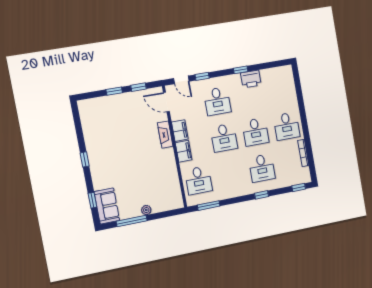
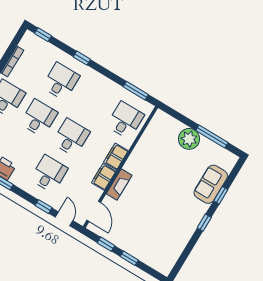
window: (92, 200) -> (221, 195), moved
sofa: (107, 206) -> (211, 184), moved
plant: (146, 210) -> (189, 139), width x1.88, depth x1.88

